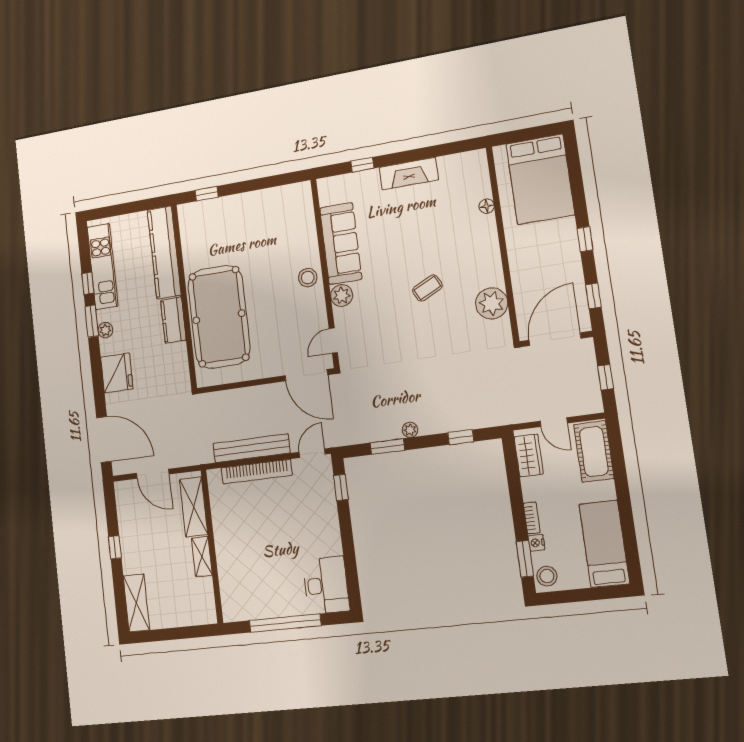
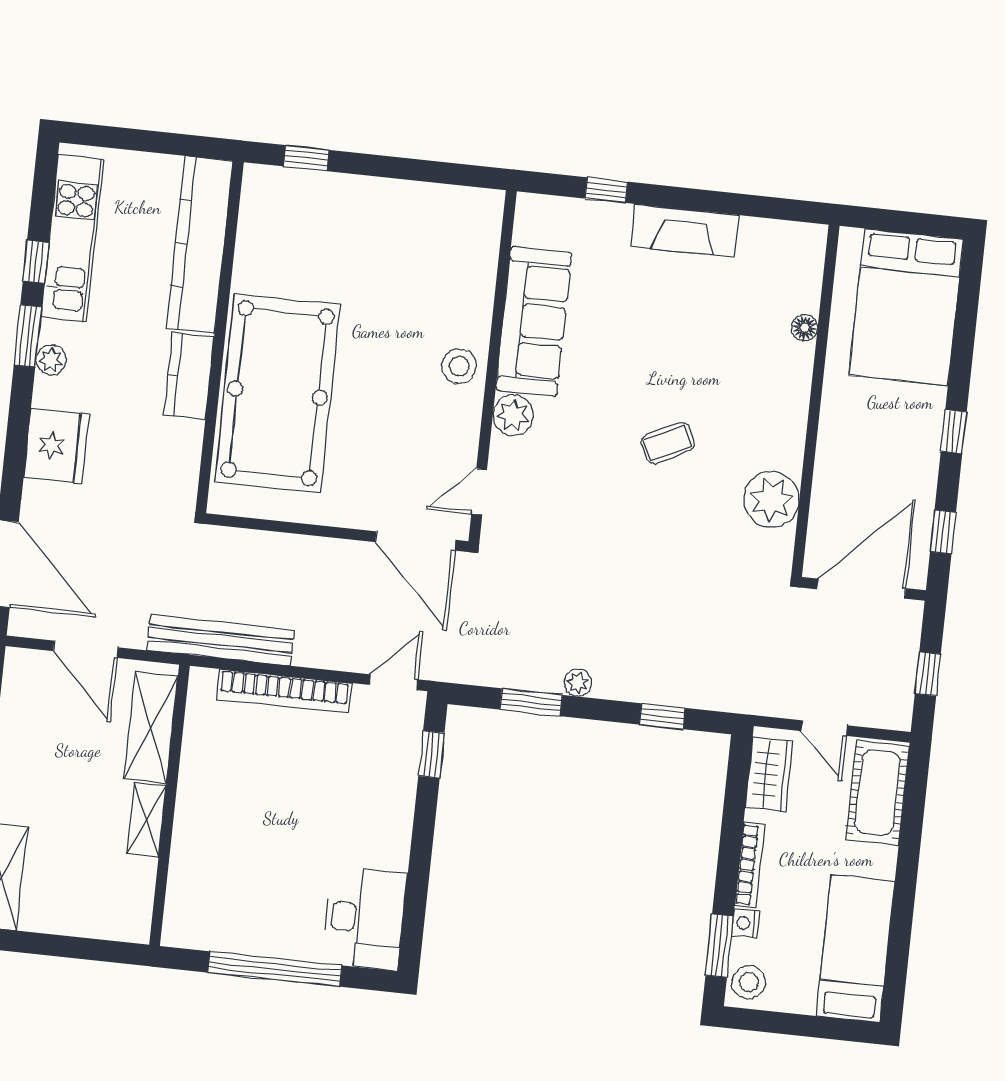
bench: (251, 448) -> (220, 640), moved
bookcase: (532, 518) -> (750, 865), width x1.56

